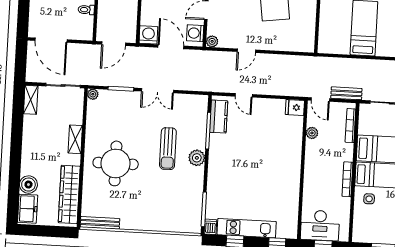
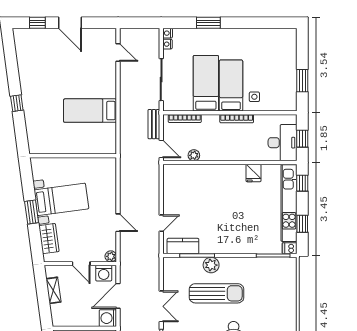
door: (320, 99) -> (161, 149), hinge flipped
fridge: (295, 107) -> (253, 173), moved
sun lounger: (168, 149) -> (217, 293), width x1.36, depth x1.34
plant: (197, 158) -> (211, 265), moved
kitchen unit: (247, 228) -> (289, 203), width x1.36

